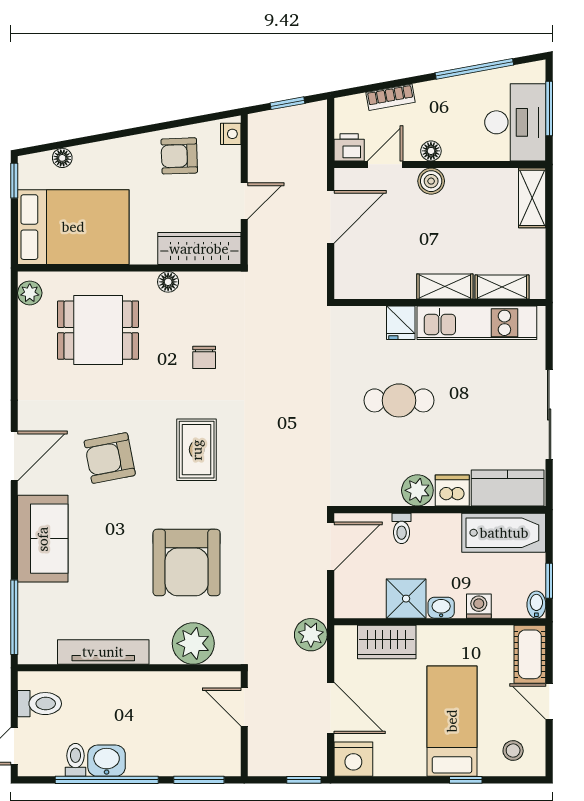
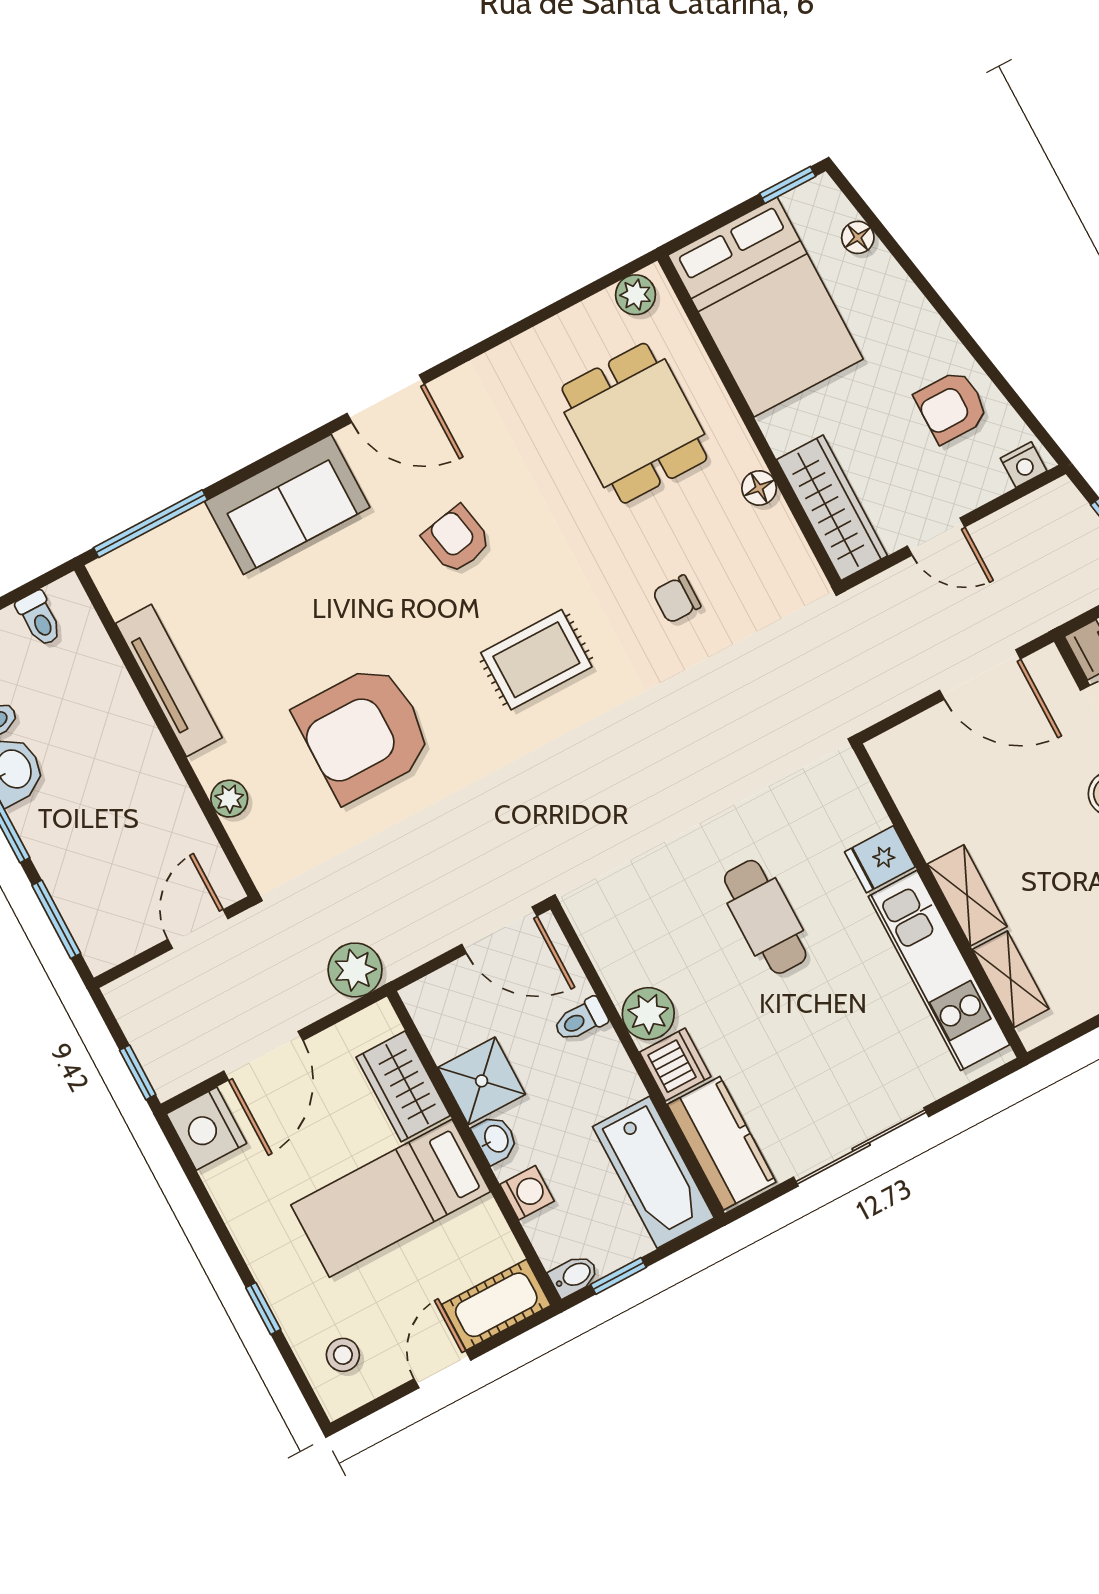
armchair: (179, 156) -> (952, 407), turned -88
armchair: (110, 458) -> (457, 539), width x0.72, depth x0.72
plant: (193, 643) -> (229, 799), width x0.53, depth x0.53
toilet: (40, 704) -> (39, 619), width x0.73, depth x0.72
bed: (452, 721) -> (391, 1198), moved, turned 180

